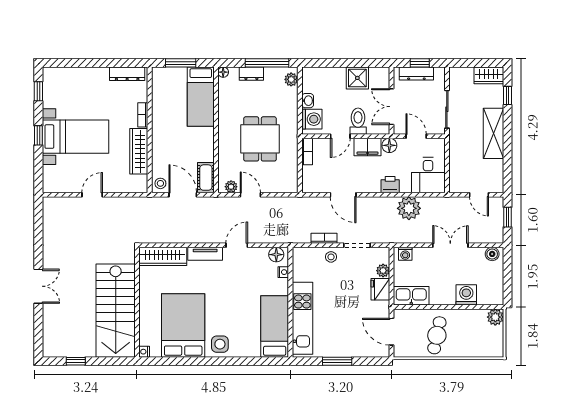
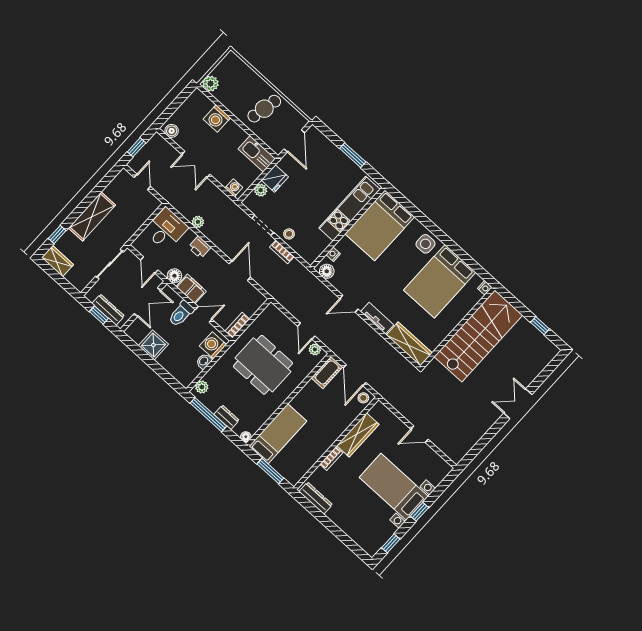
dining table: (260, 139) -> (263, 365), width x1.38
plant: (409, 208) -> (198, 222), width x0.53, depth x0.53
bed: (275, 326) -> (380, 225), width x1.50

